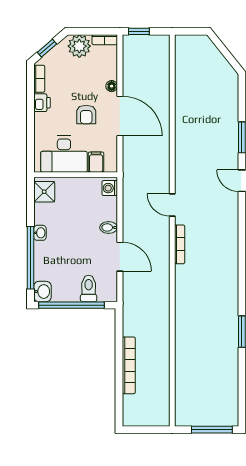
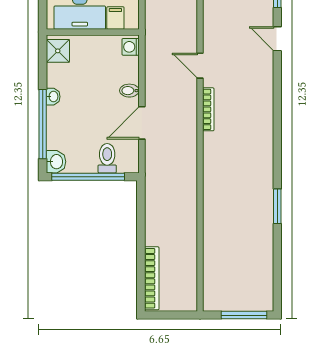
door: (120, 257) -> (142, 123), swing flipped
bookcase: (129, 365) -> (152, 278), moved

